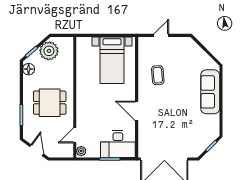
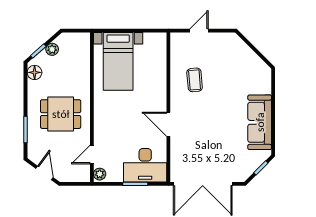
plant: (49, 51) -> (52, 49), width x0.53, depth x0.53
bed with nightstands: (112, 60) -> (118, 61), moved
sofa: (210, 92) -> (260, 122), moved

